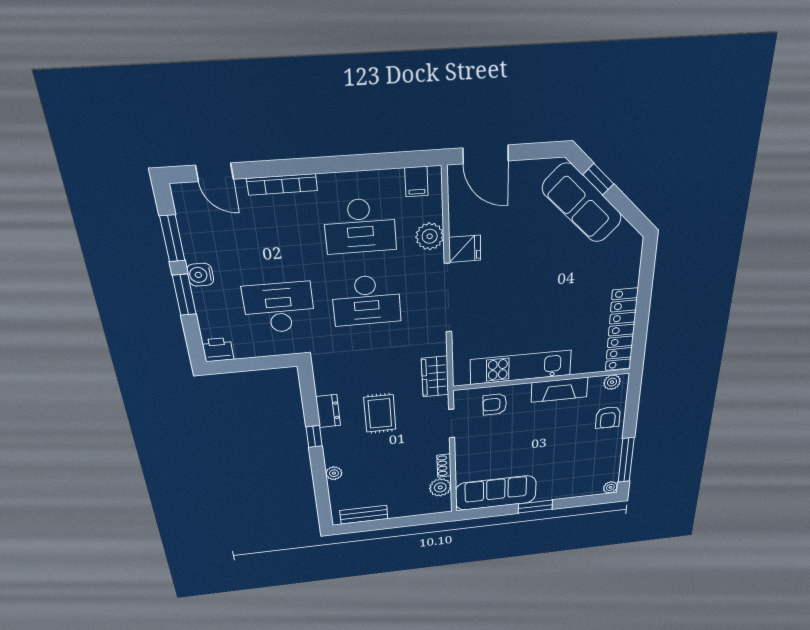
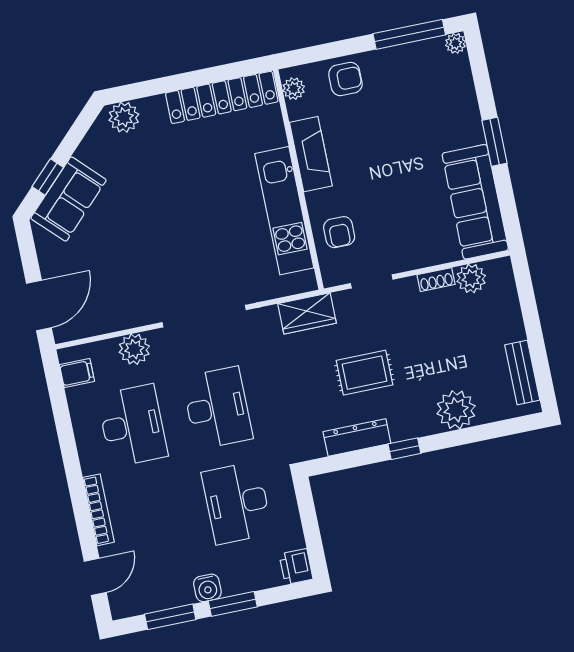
sofa: (582, 203) -> (69, 199), width x0.73
fridge: (465, 249) -> (144, 308), removed
plant: (629, 252) -> (124, 117), added
dresser: (328, 411) -> (357, 437), width x1.44
plant: (334, 473) -> (456, 410), width x1.88, depth x1.88

